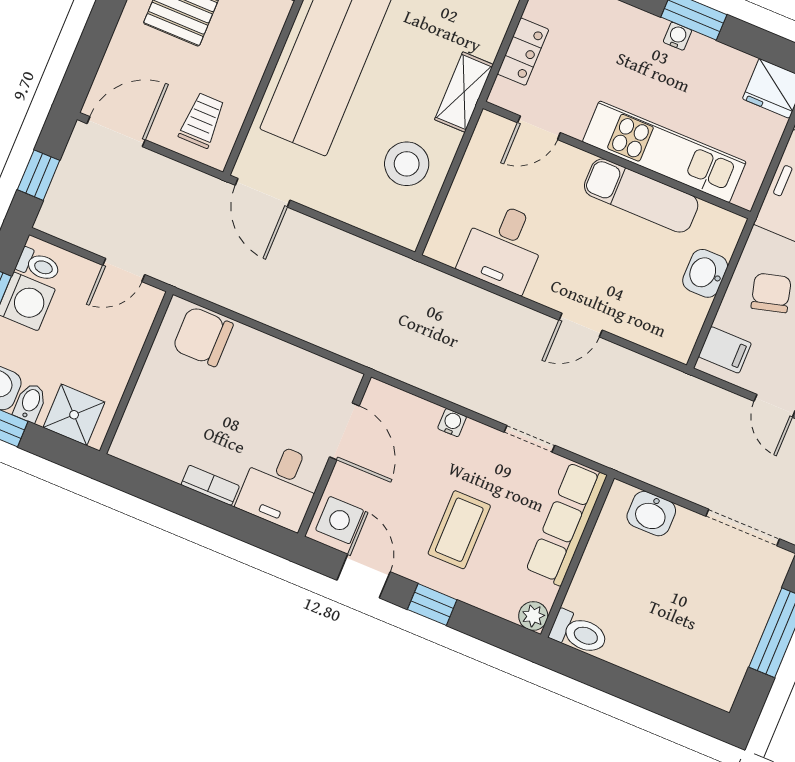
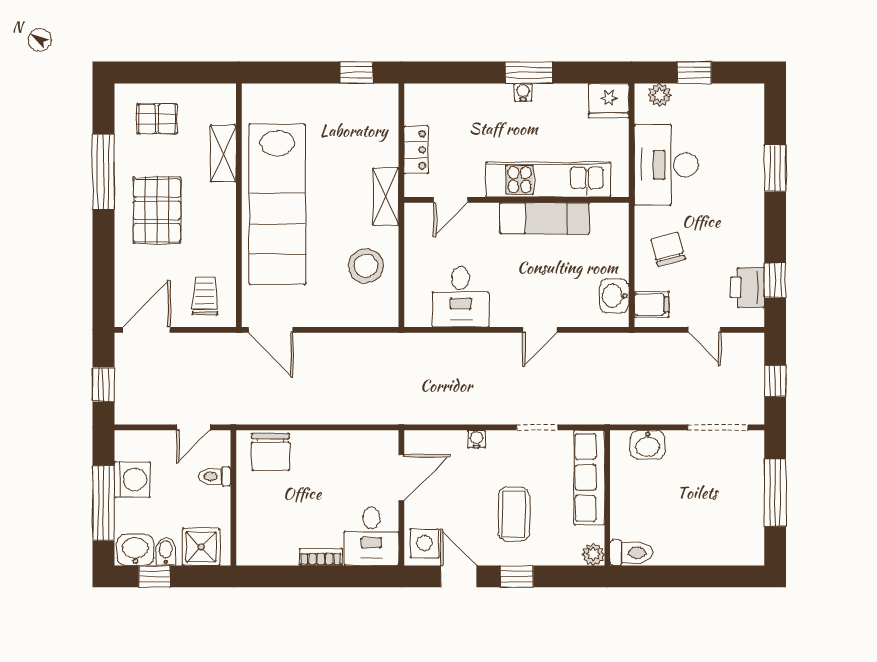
toilet: (38, 265) -> (215, 476), moved, turned 180
washbasin: (705, 273) -> (614, 296), moved
chair: (203, 337) -> (271, 452), turned -90
door: (344, 431) -> (401, 478), hinge flipped

